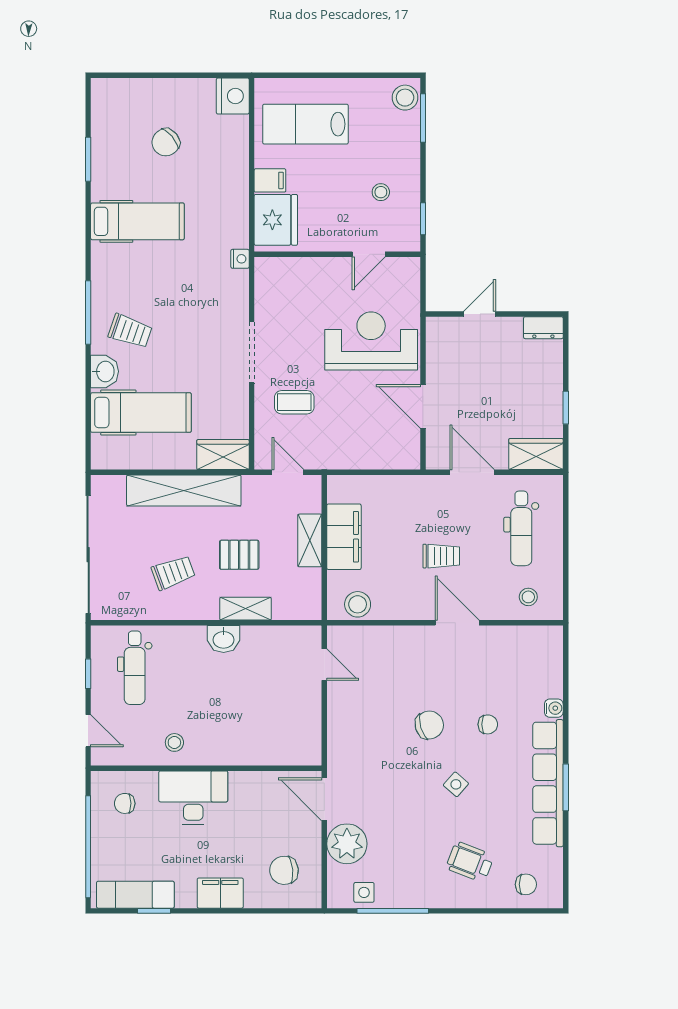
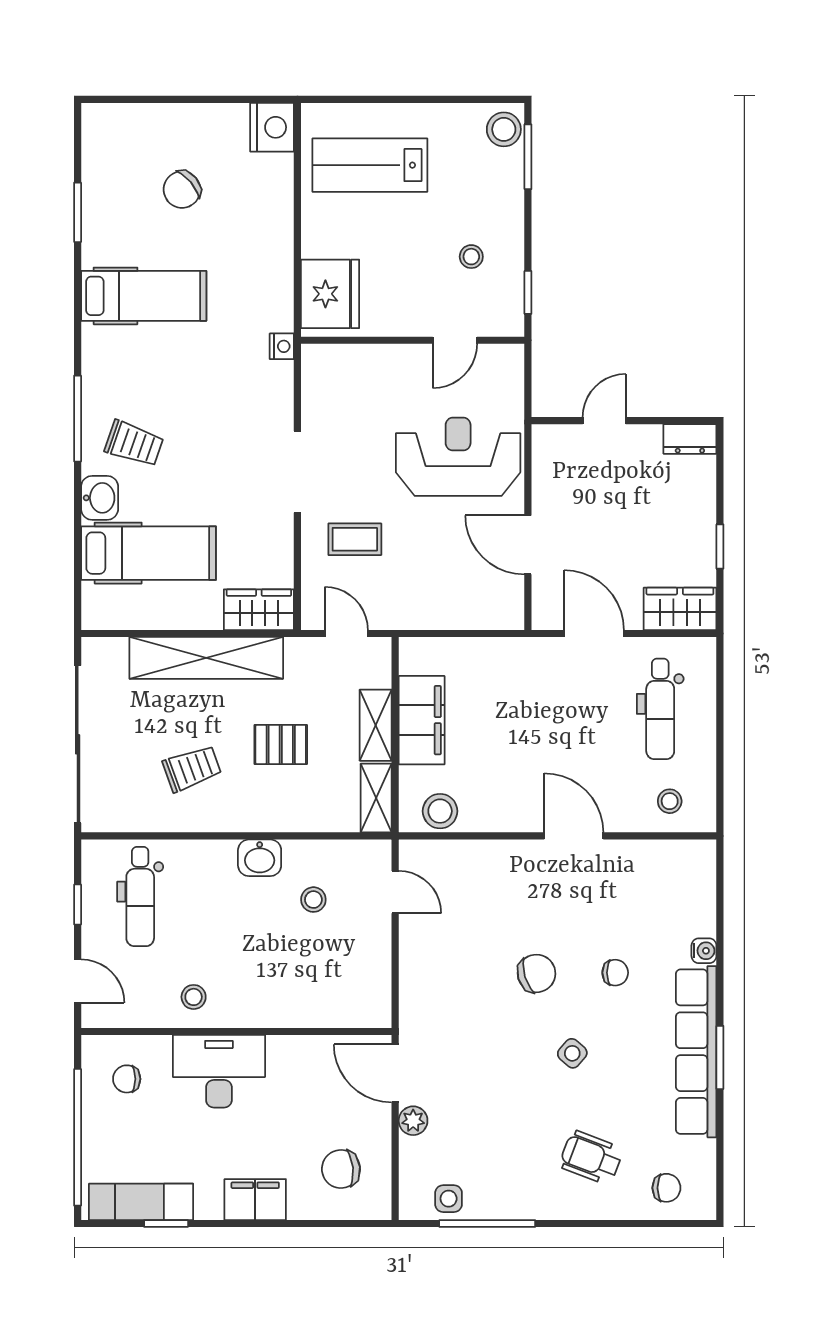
filing cabinet: (270, 180) -> (322, 241), removed
trolley: (441, 556) -> (553, 746), removed
shelving: (246, 609) -> (376, 798), moved, turned 90
stool: (263, 670) -> (313, 900), added
plant: (347, 844) -> (413, 1121), width x0.53, depth x0.53

